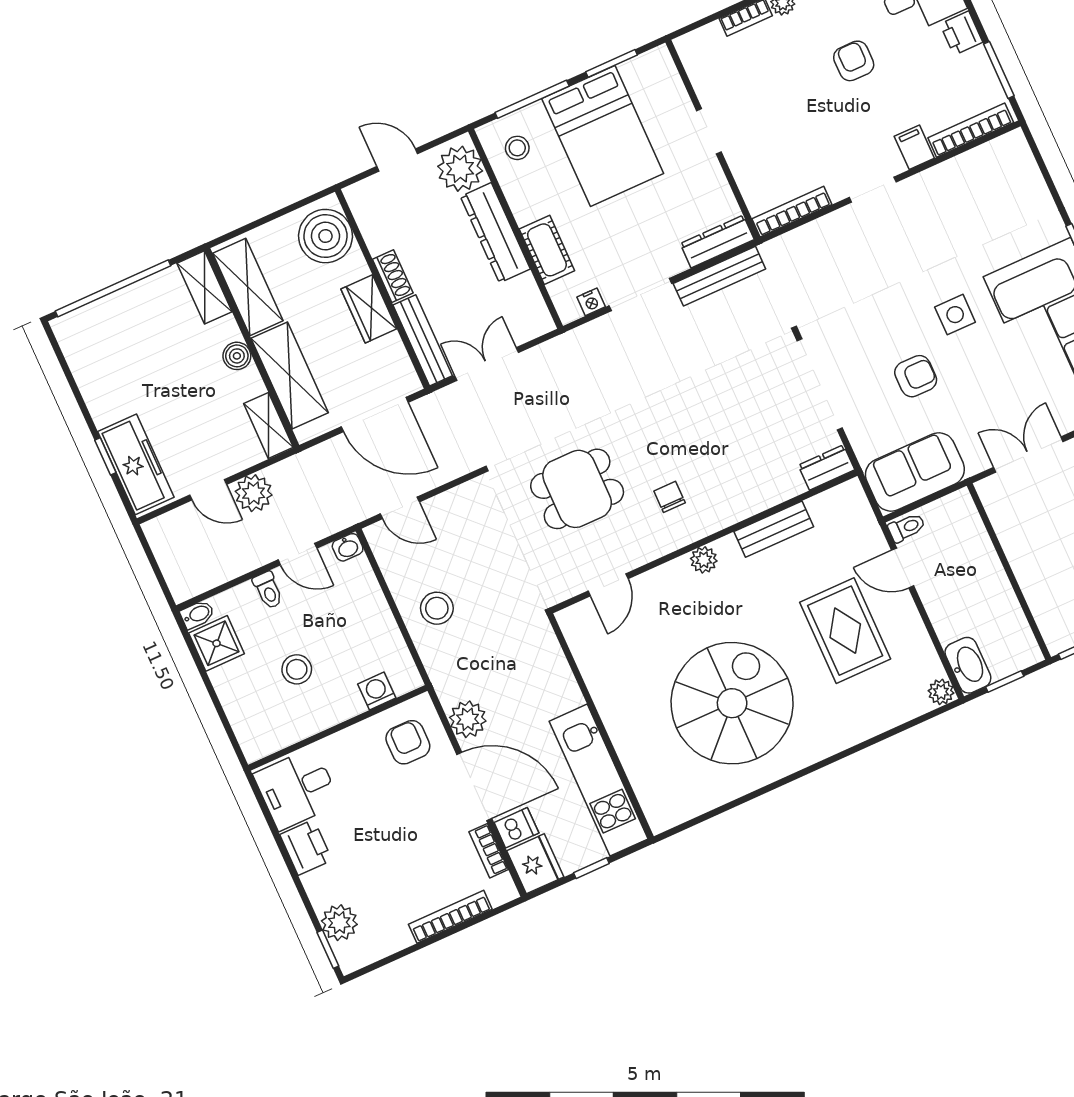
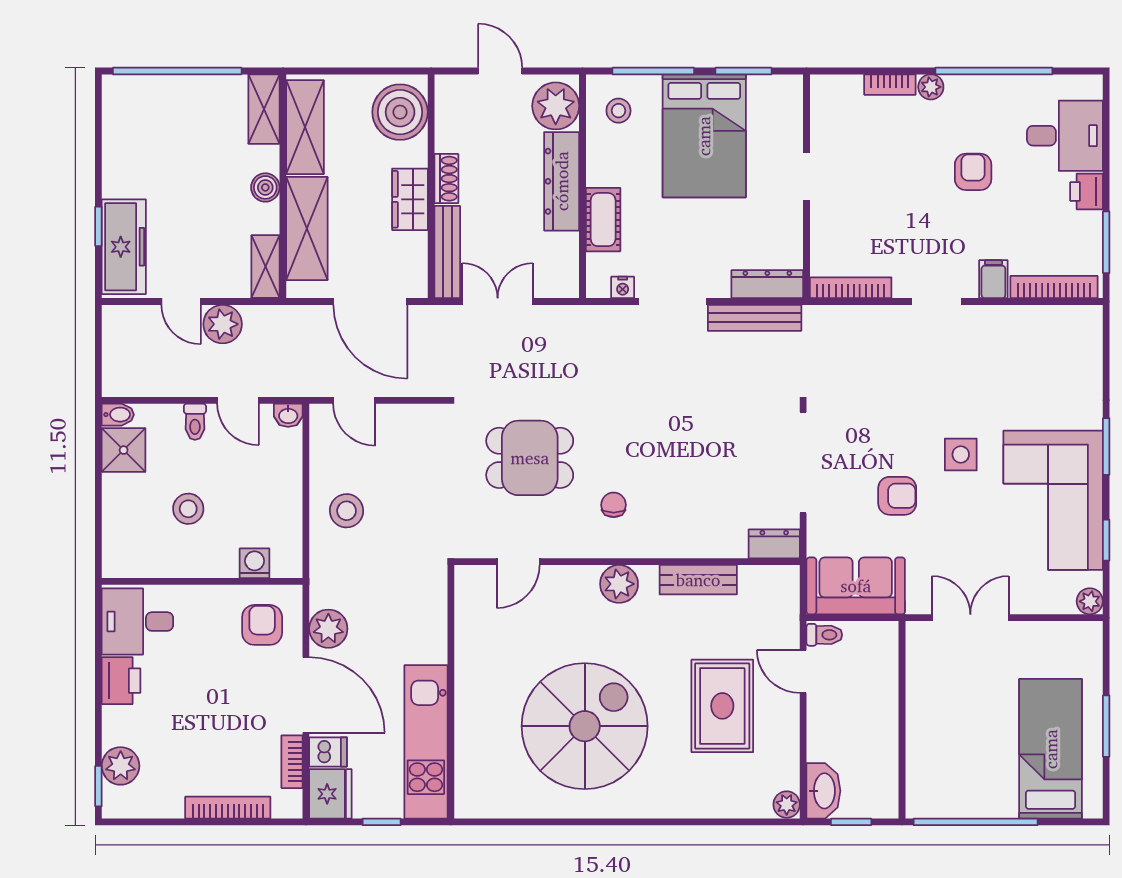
plant: (704, 560) -> (619, 584), width x1.38, depth x1.38

